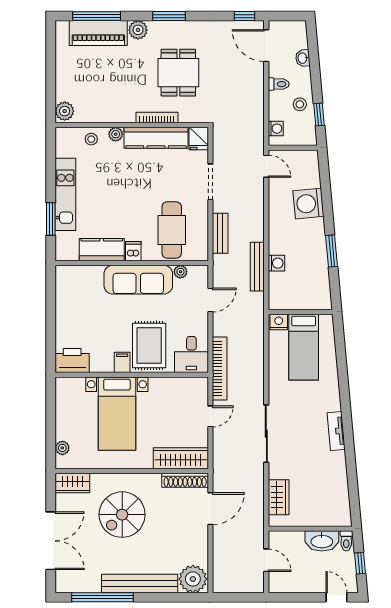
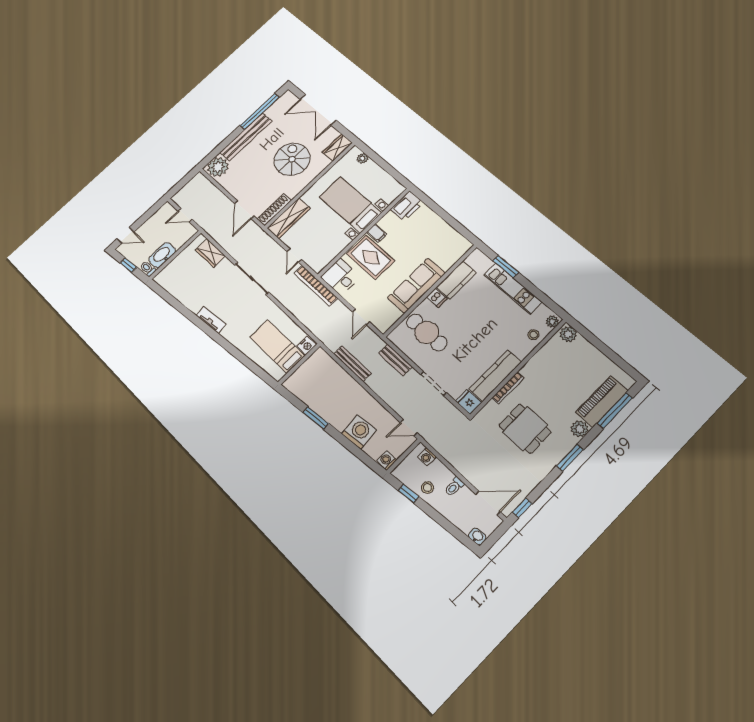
washbasin: (303, 58) -> (477, 536), moved
plant: (116, 134) -> (552, 322), moved
washing machine: (276, 263) -> (387, 460), moved, turned 90
plant: (180, 272) -> (396, 315), removed

